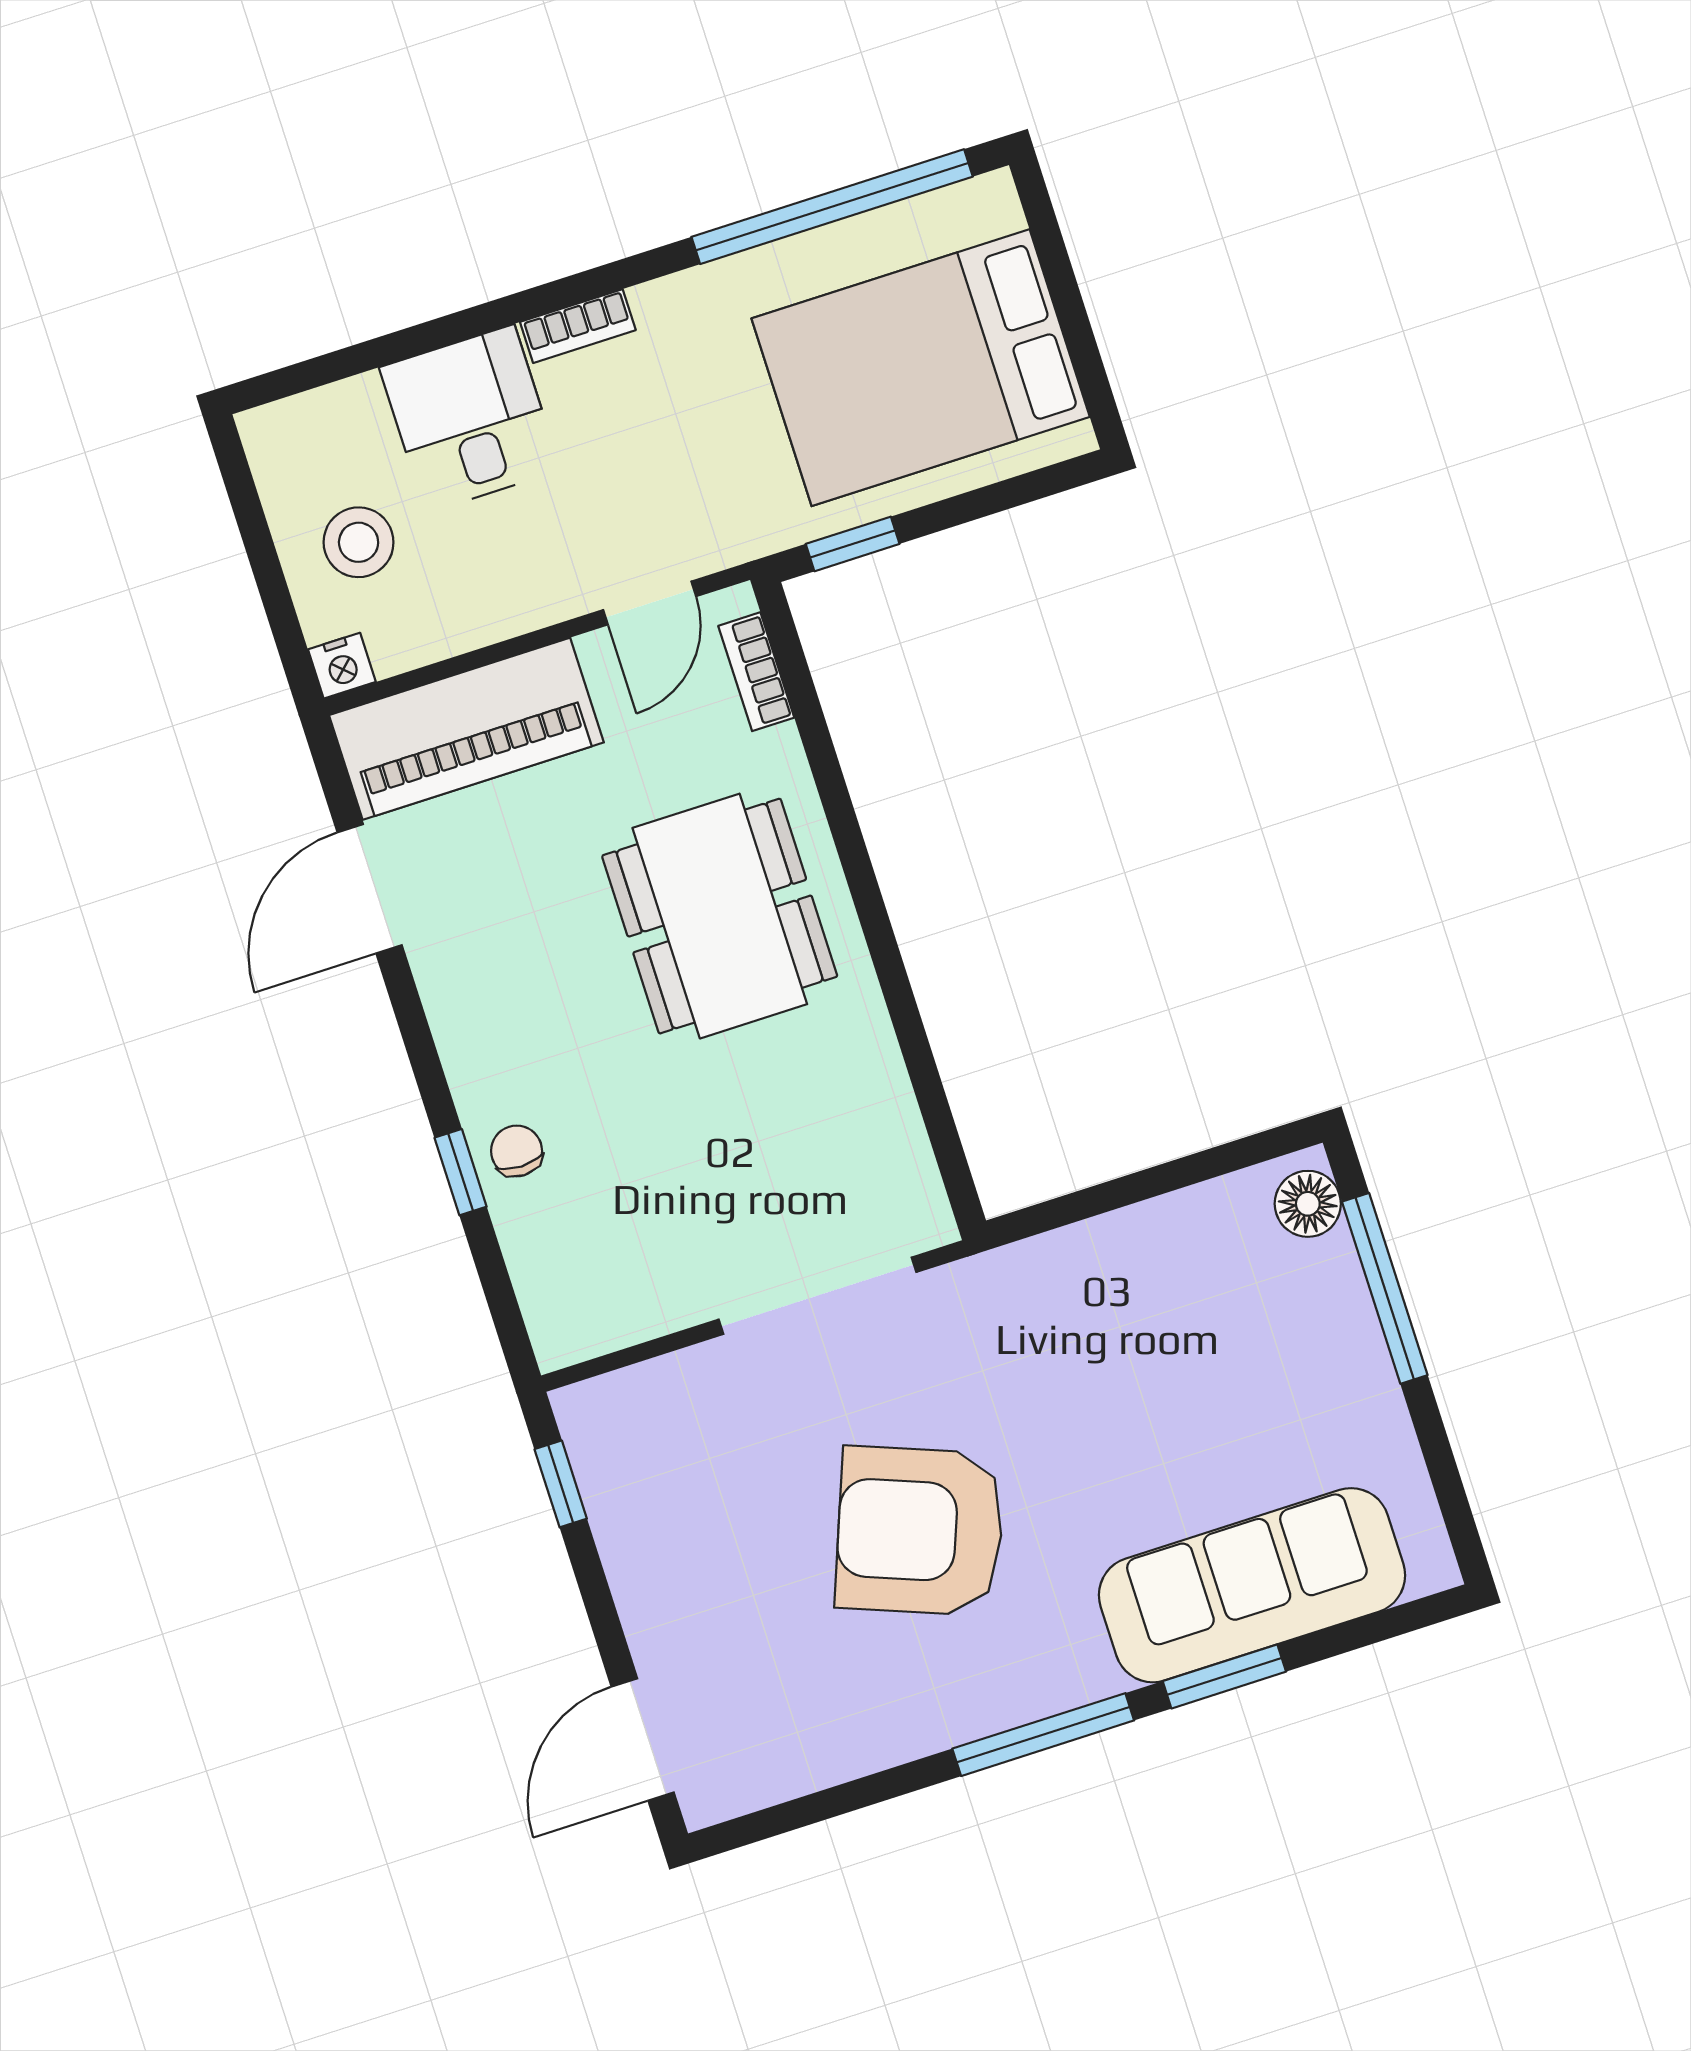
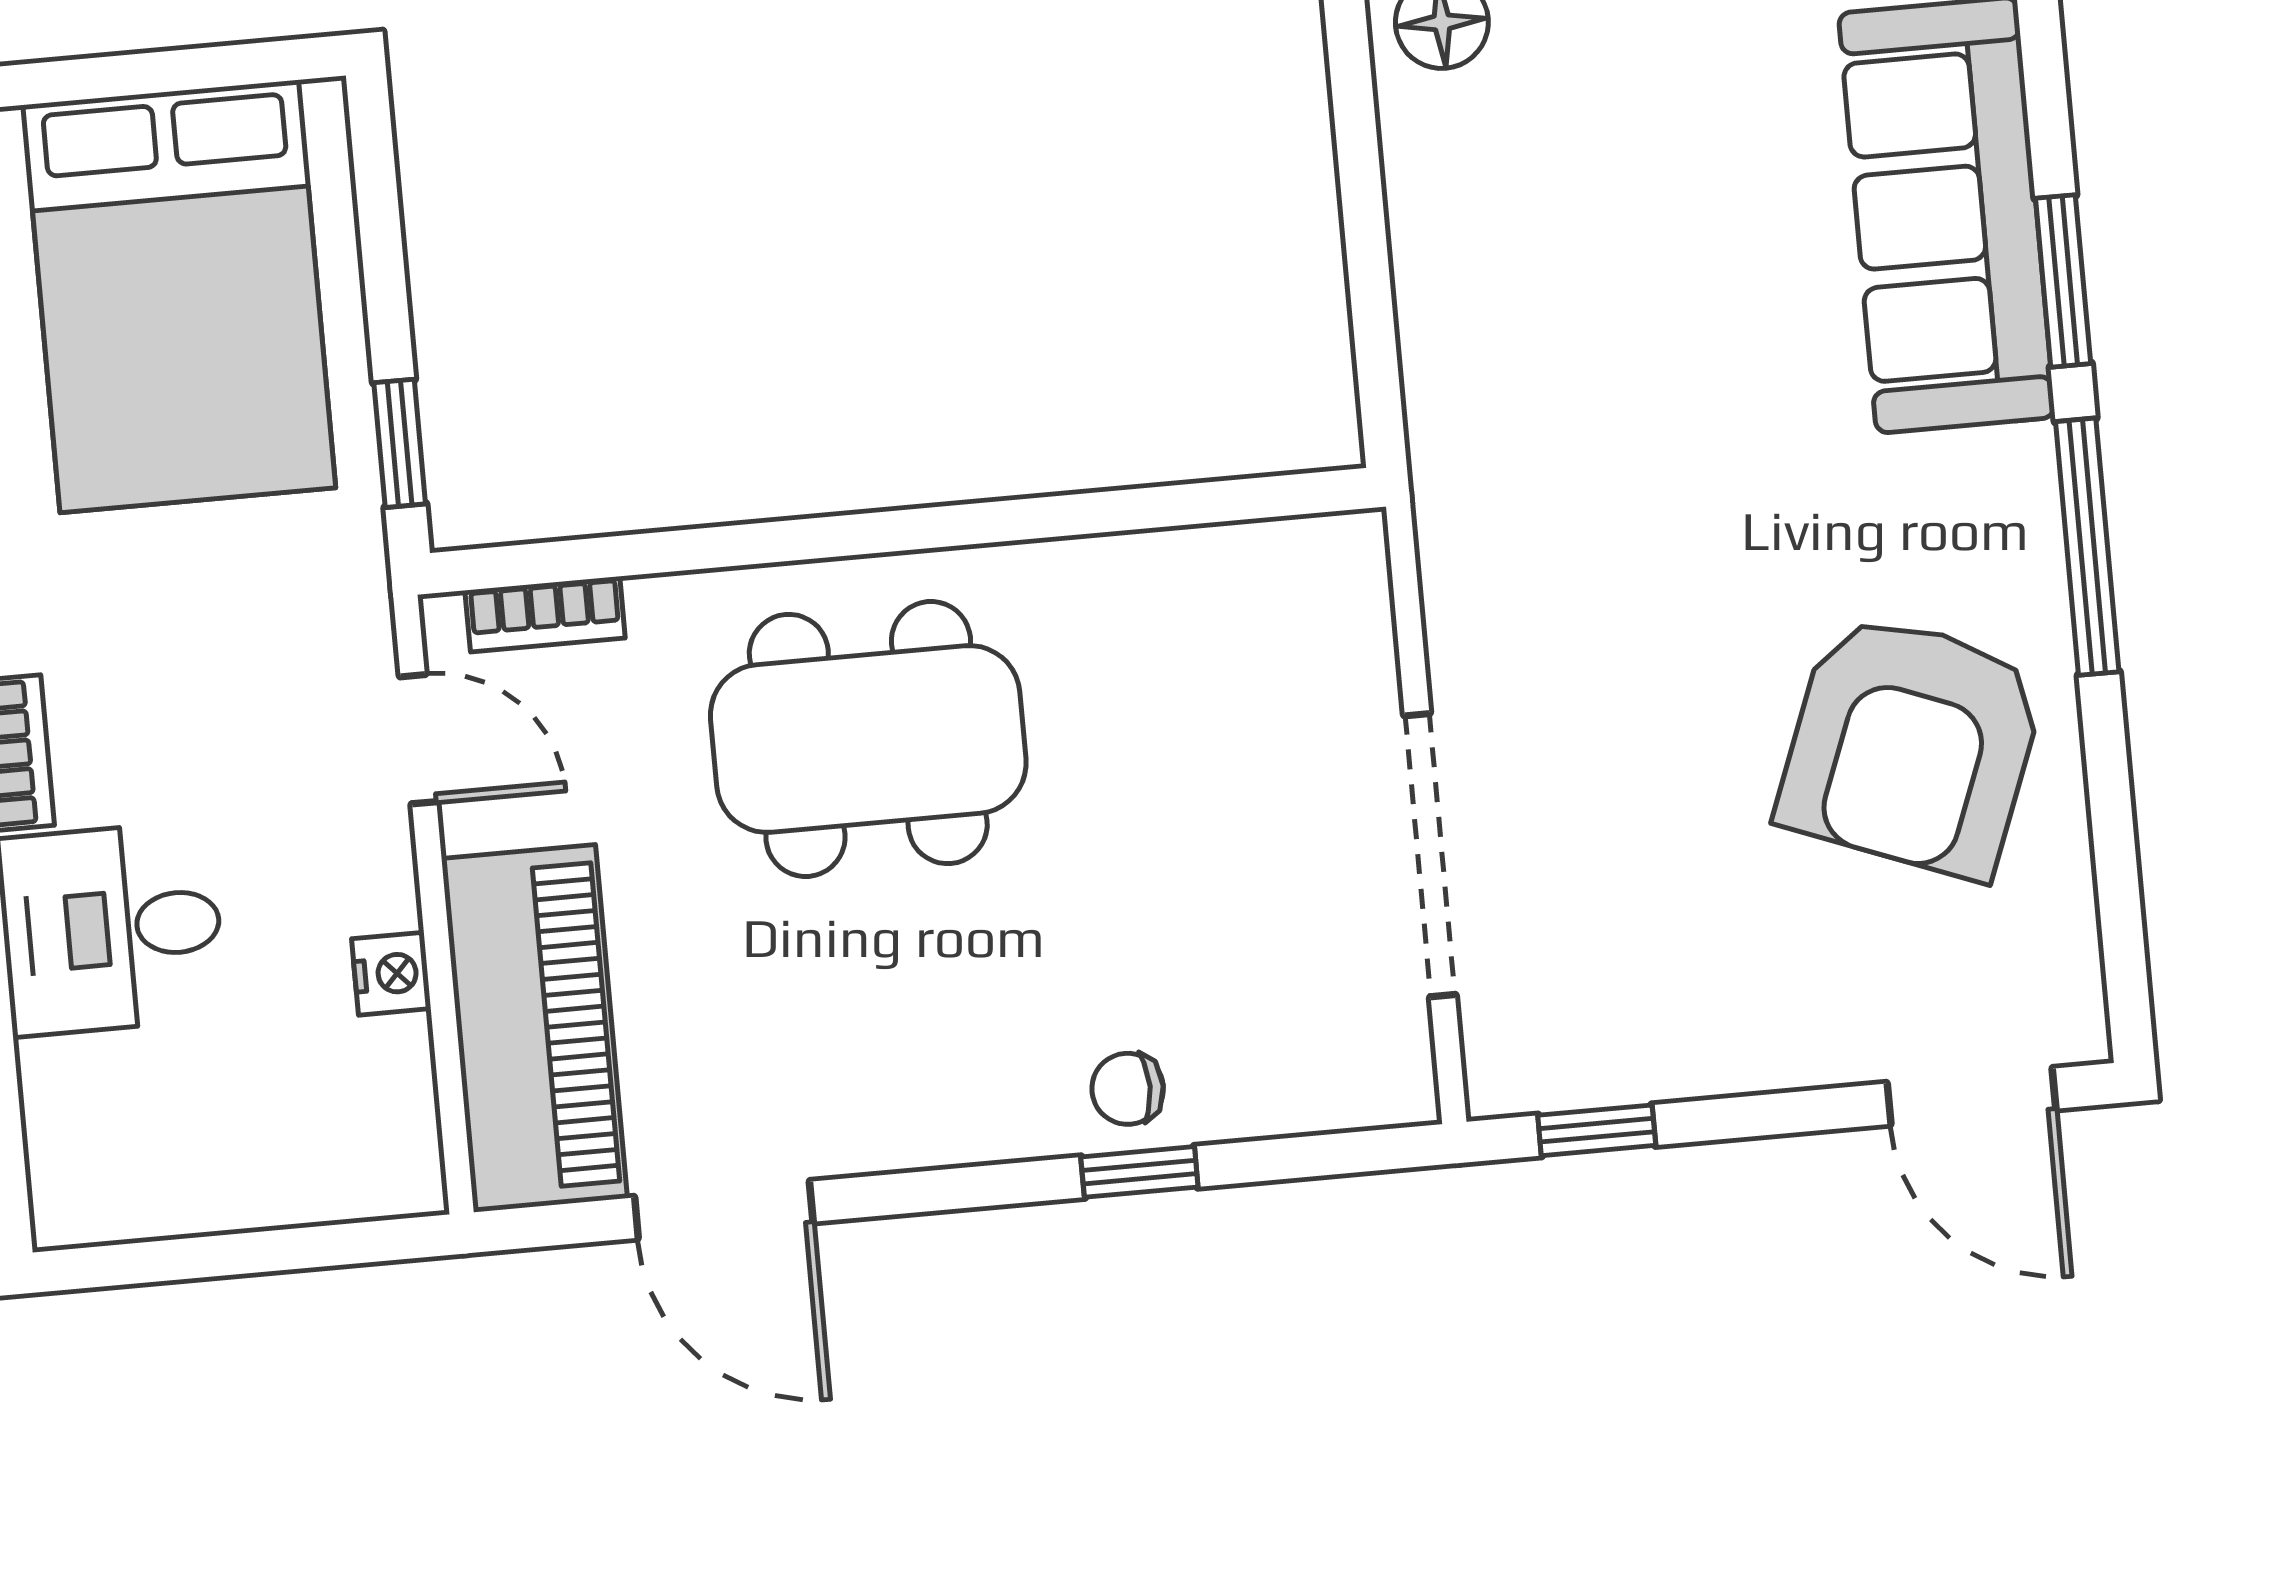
stool: (359, 542) -> (246, 1119), removed
nightstand: (342, 666) -> (391, 974), moved
doorway: (817, 1296) -> (1430, 855), moved
armchair: (920, 1531) -> (1911, 745), moved

